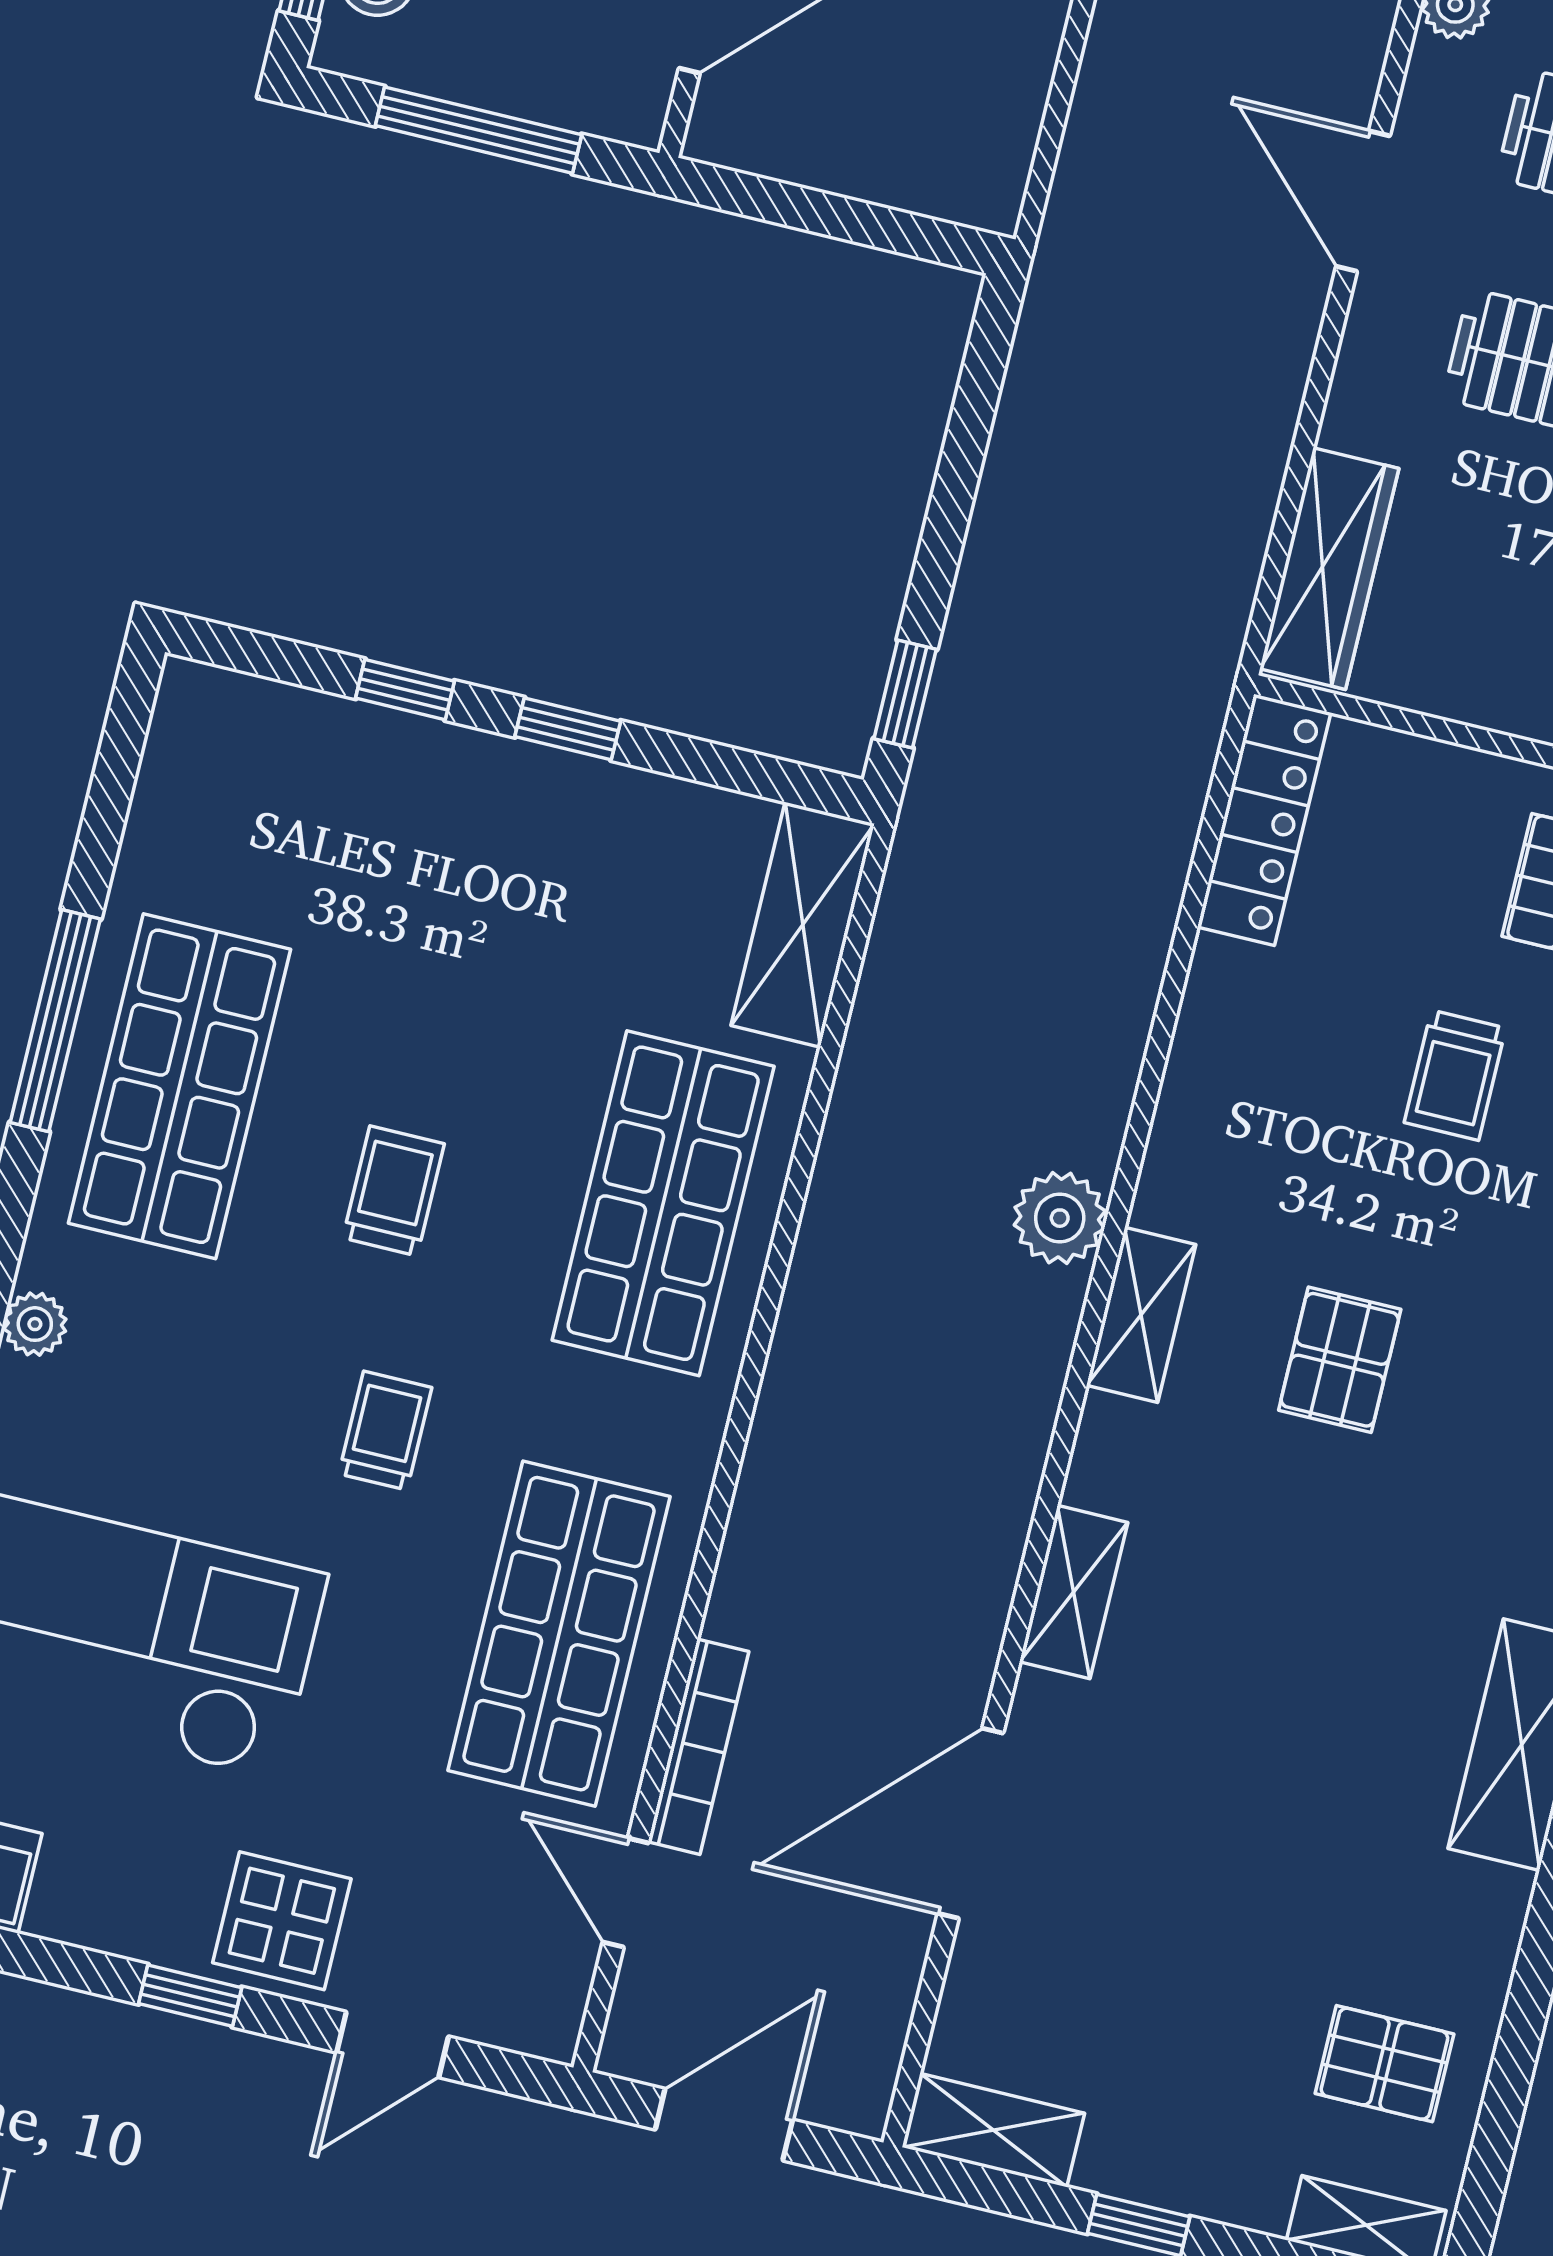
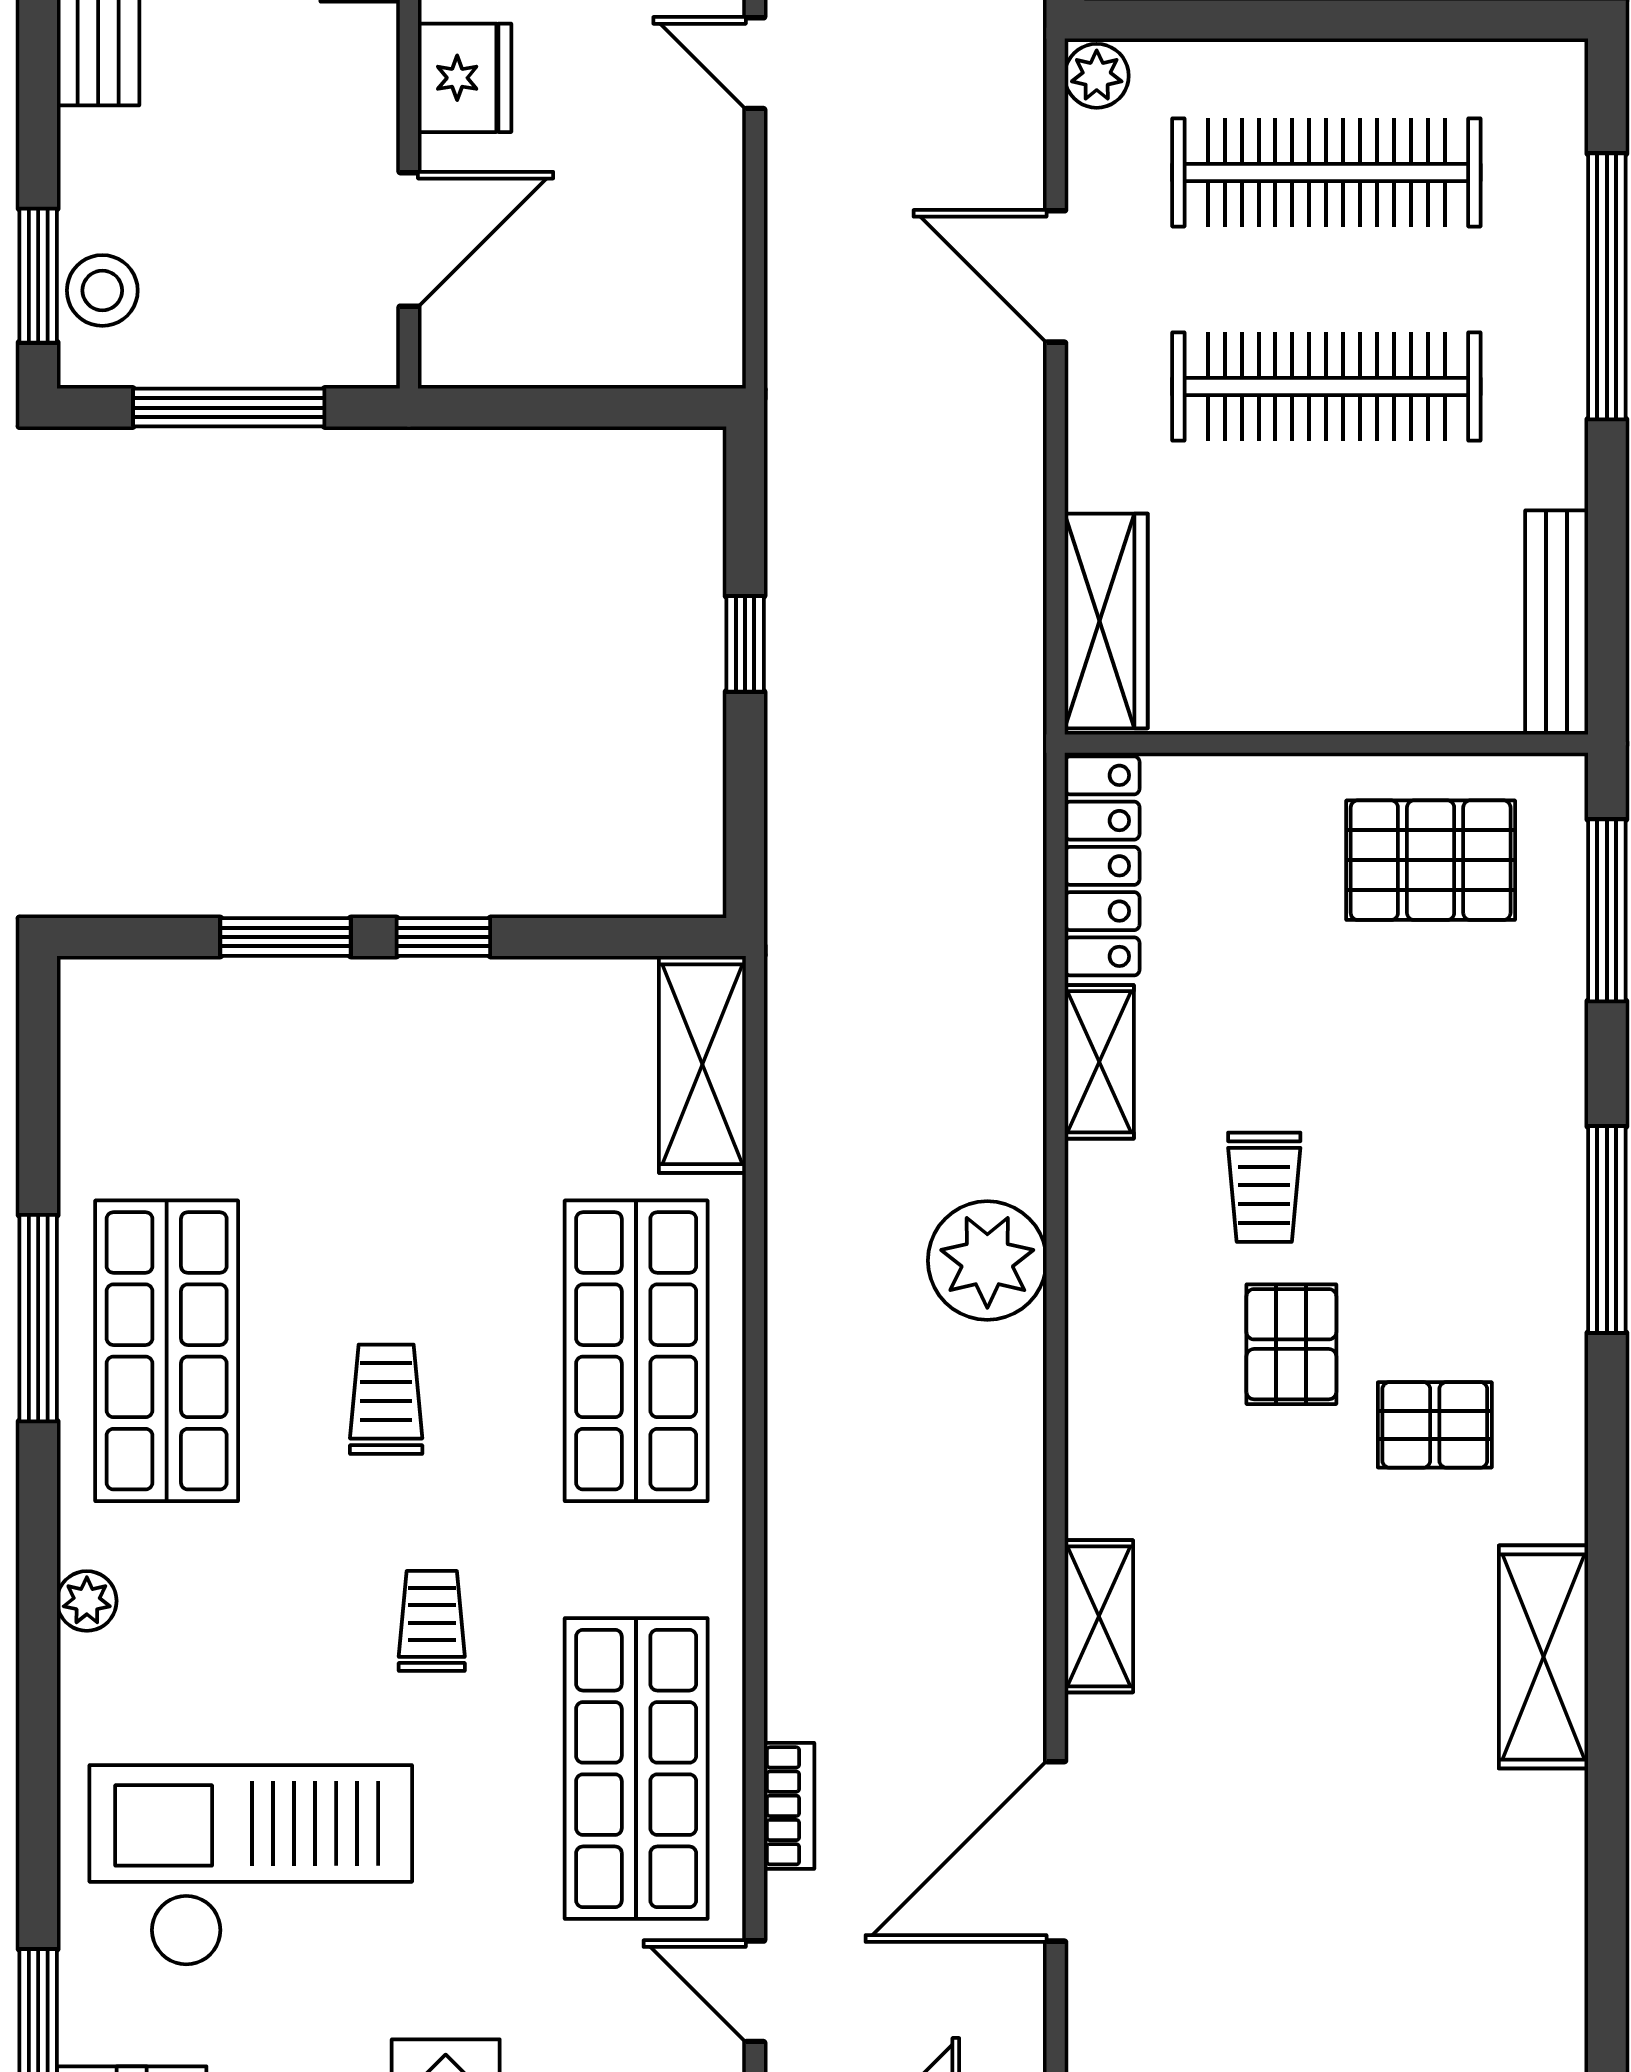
window: (405, 690) -> (285, 937), width x1.50
window: (905, 694) -> (745, 644), moved
trolley: (1455, 1075) -> (1264, 1187), moved
plant: (1060, 1218) -> (987, 1261), width x1.36, depth x1.36
shelving: (1141, 1315) -> (1099, 1062), moved
bookcase: (698, 1747) -> (789, 1806), width x0.64
pallet: (1384, 2064) -> (1435, 1425), moved

